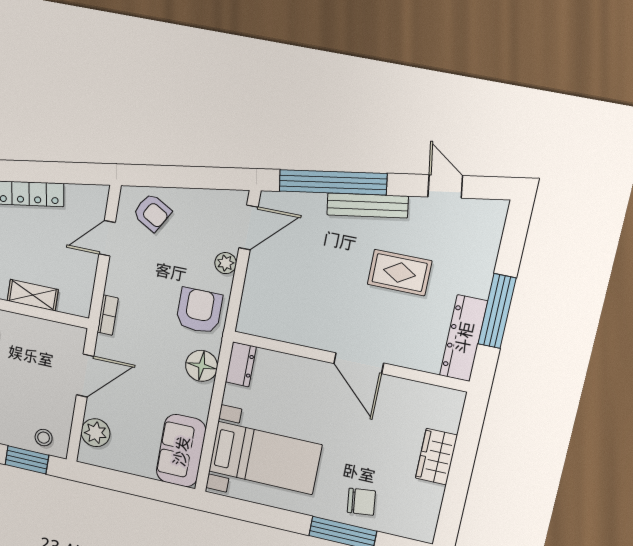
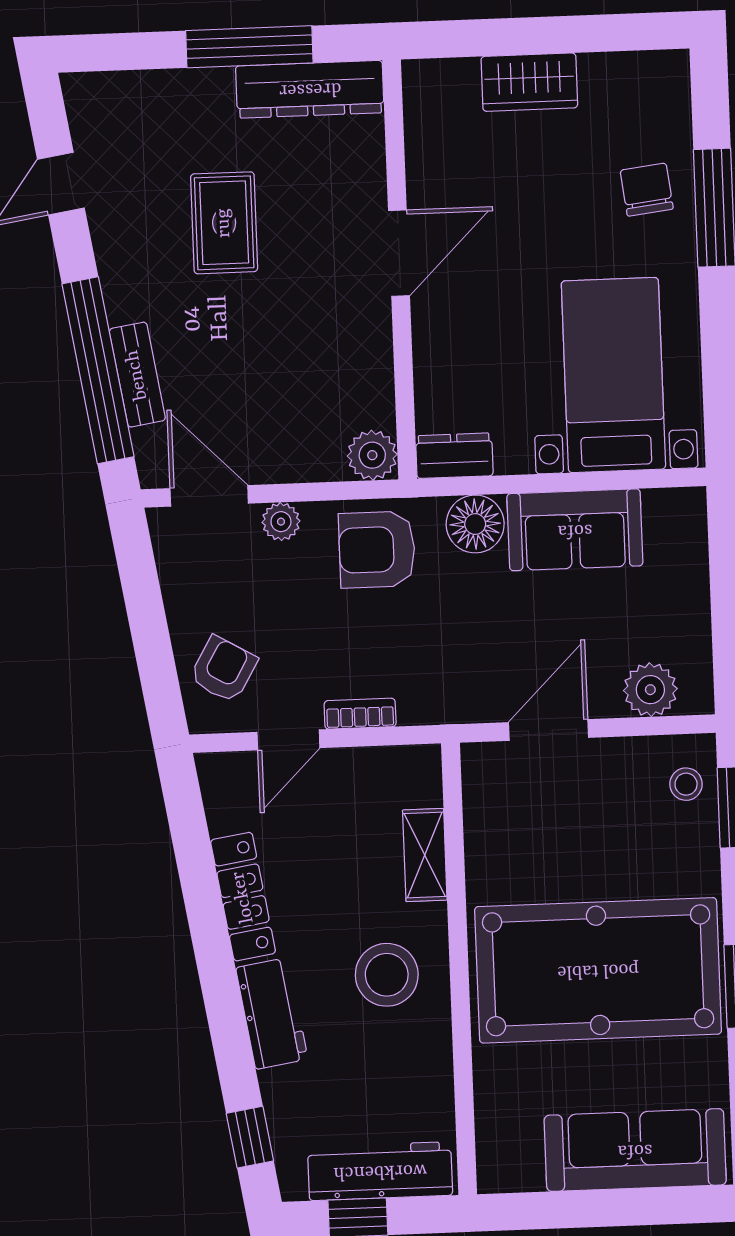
bench: (367, 205) -> (137, 375), moved, width x0.73
door: (107, 238) -> (288, 740), hinge flipped
bookcase: (108, 315) -> (360, 714), moved
plant: (251, 321) -> (372, 455), added
door: (85, 376) -> (548, 730), hinge flipped
sofa: (181, 451) -> (575, 530), moved

